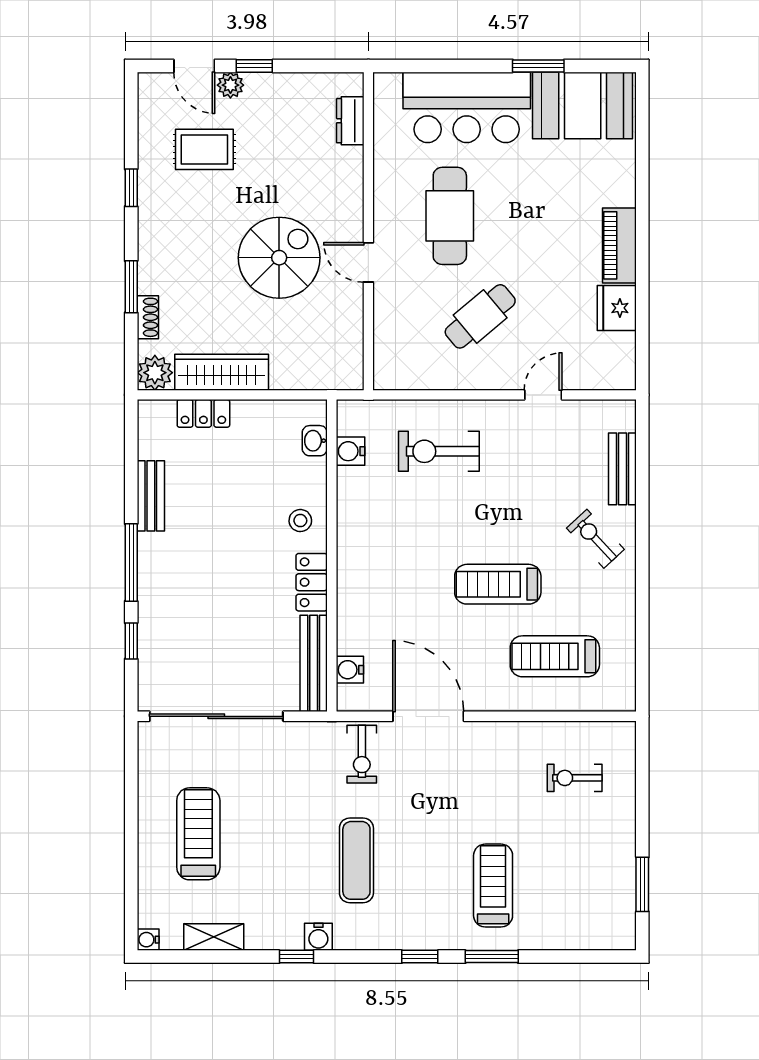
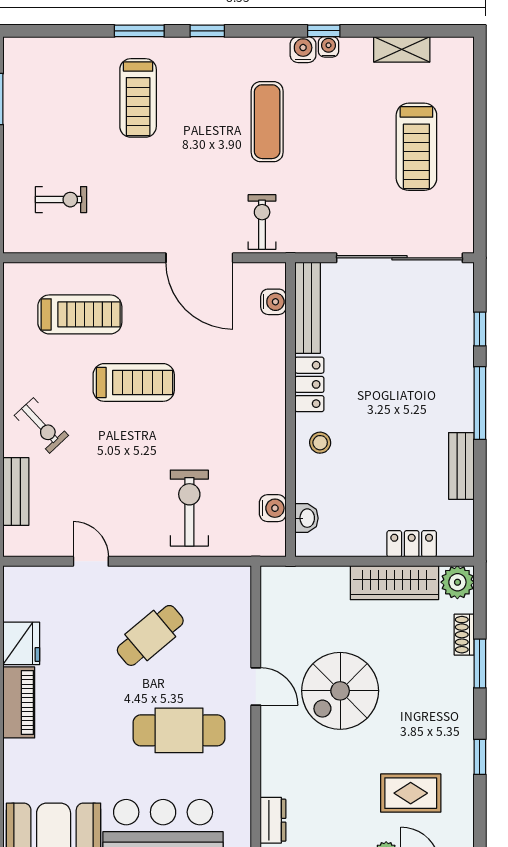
cafe table: (450, 216) -> (179, 730), turned 90
door: (543, 395) -> (91, 561), swing flipped
exercise bike: (439, 451) -> (189, 508), turned -90
water cooler: (148, 940) -> (328, 47), moved, turned -90

